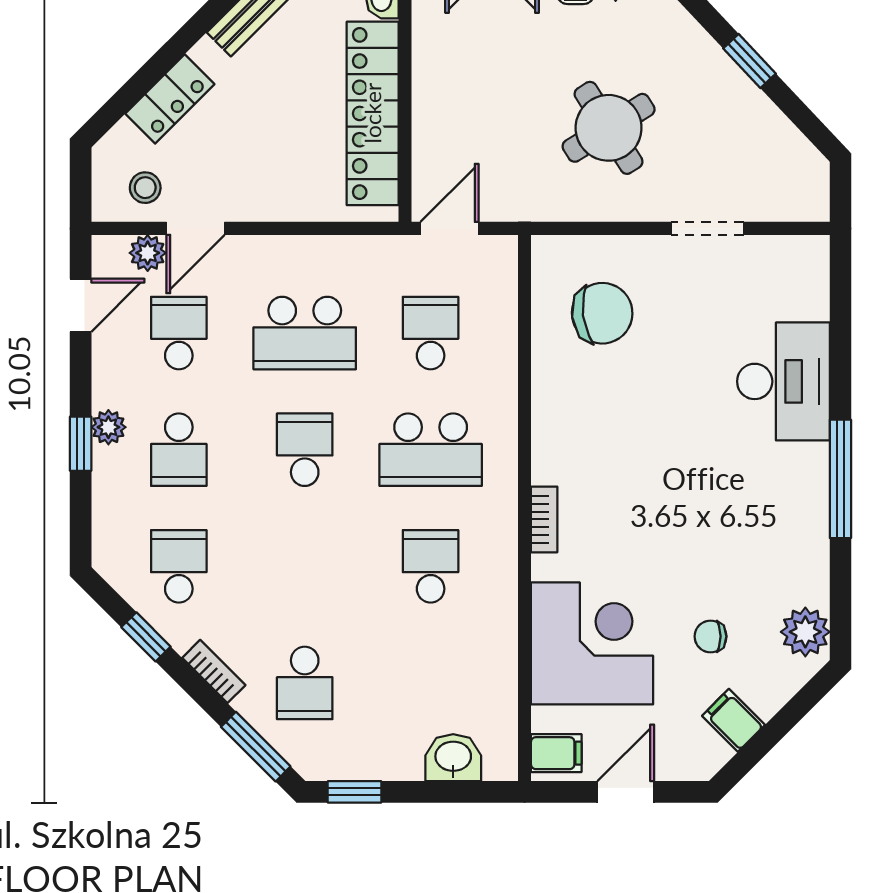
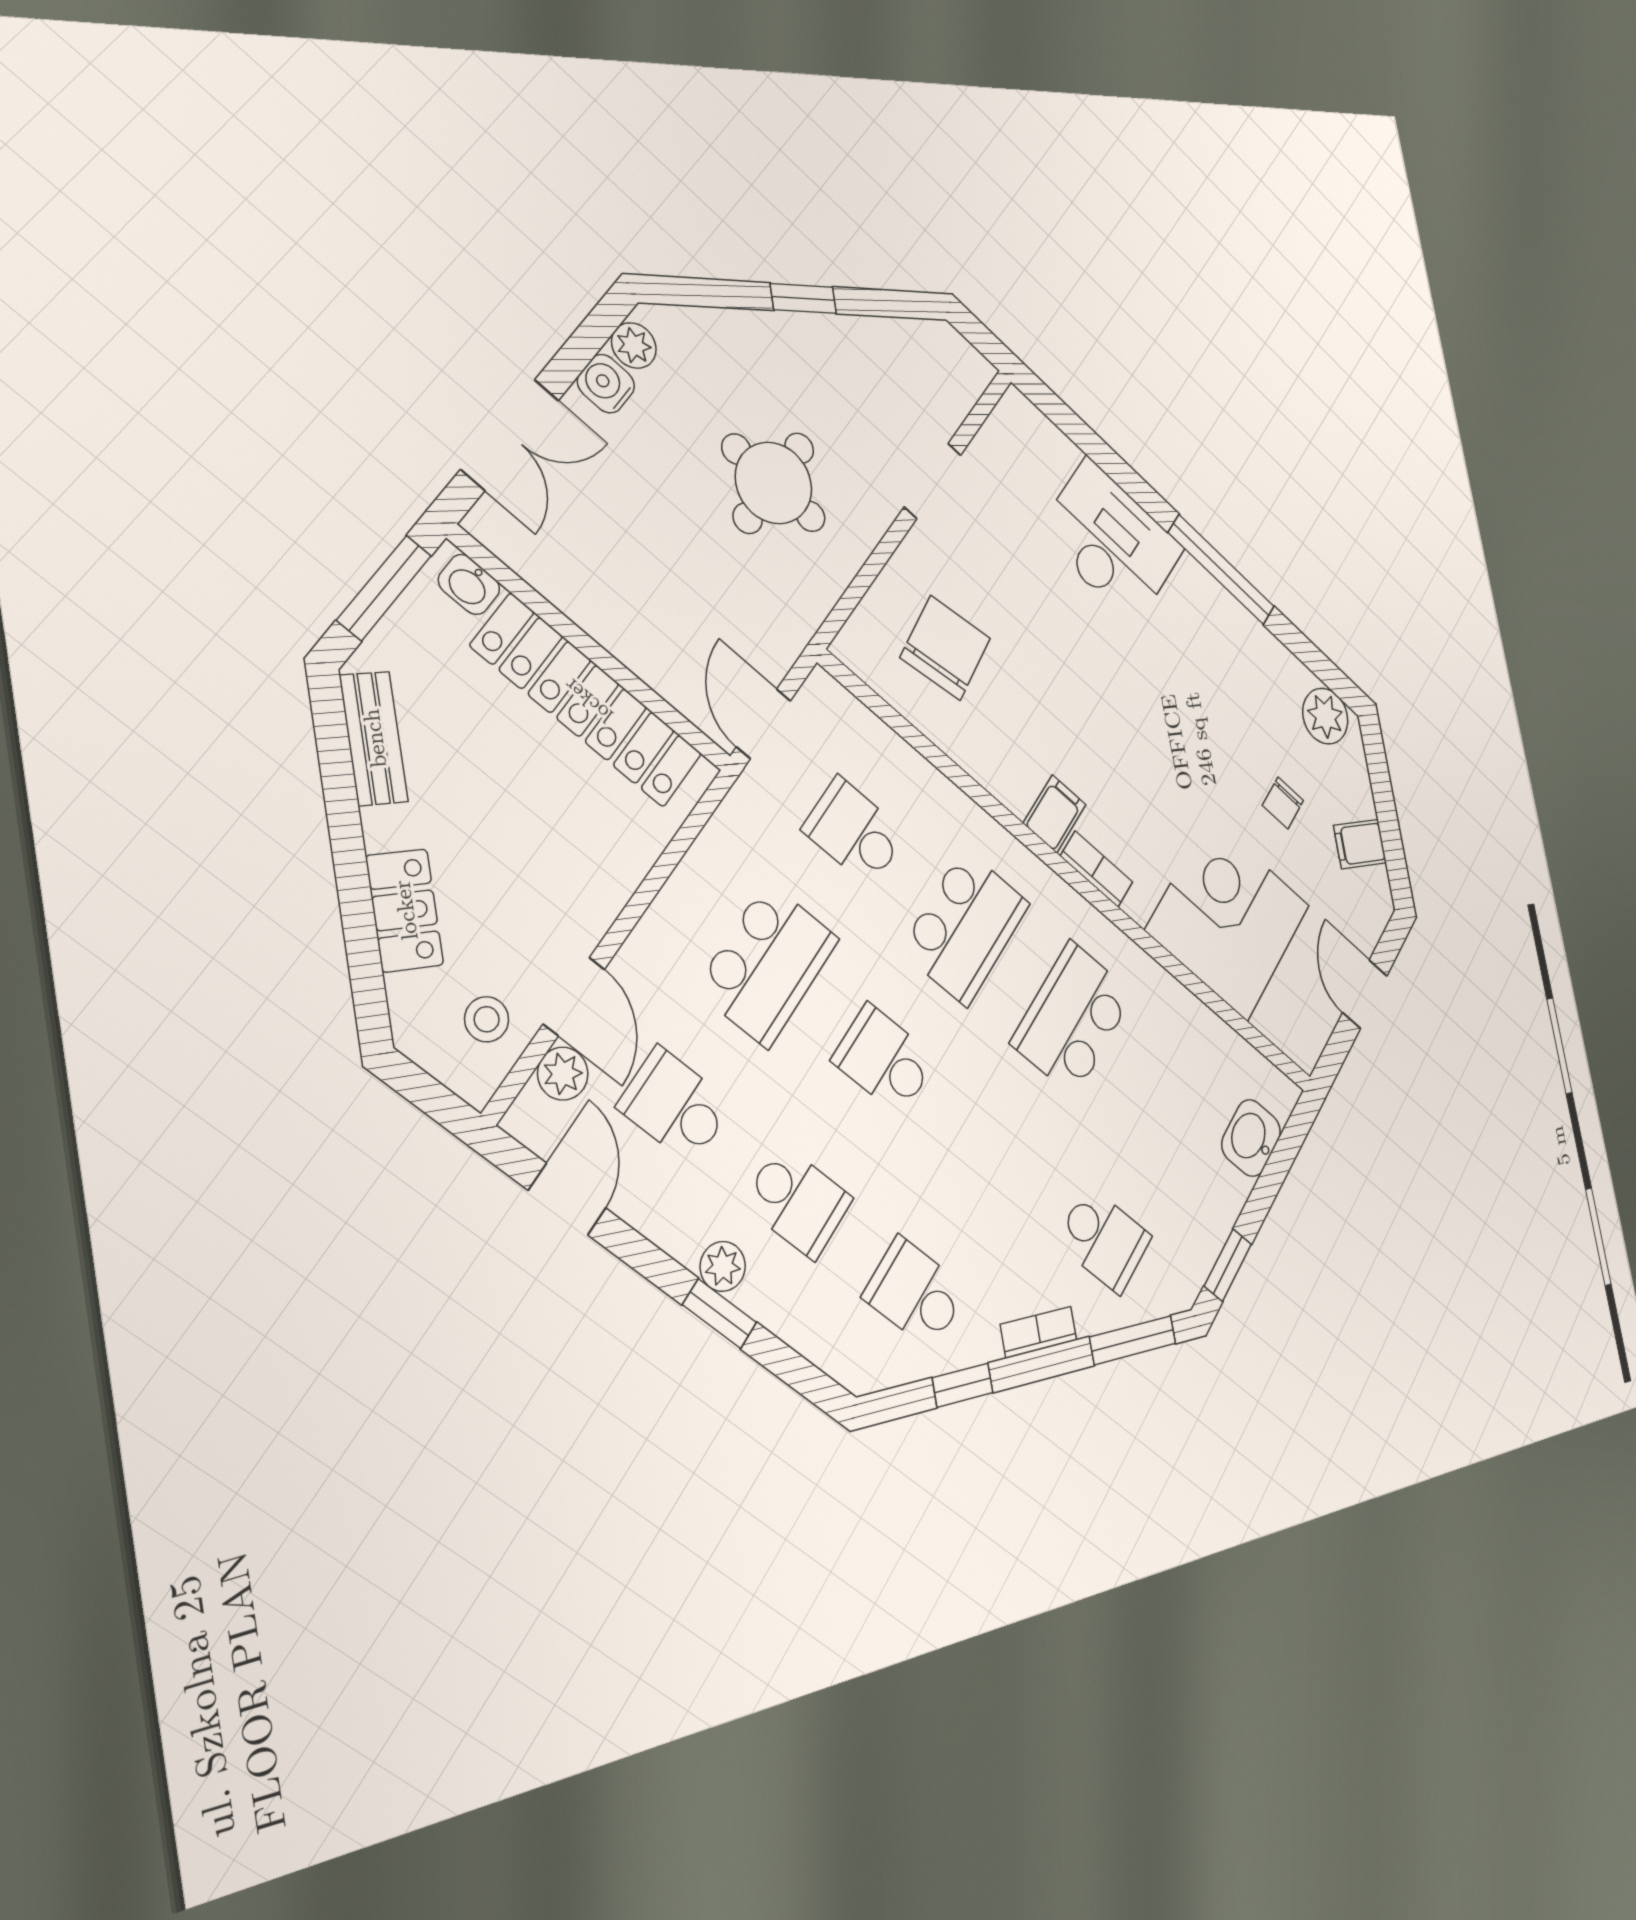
round table: (609, 128) -> (774, 483), turned 32
school desk: (431, 566) -> (1072, 1018), width x1.85
filing cabinet: (556, 753) -> (1055, 814), moved

